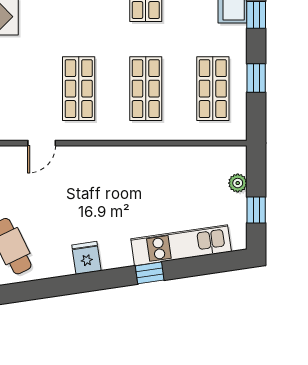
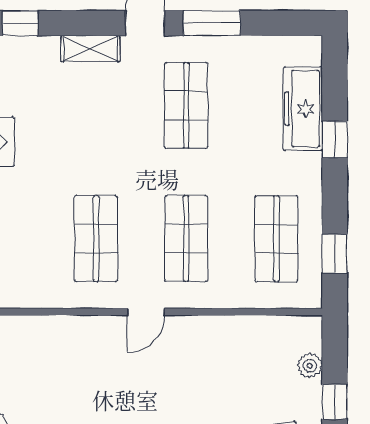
window: (256, 78) -> (335, 254), moved
door: (42, 143) -> (146, 312), moved

